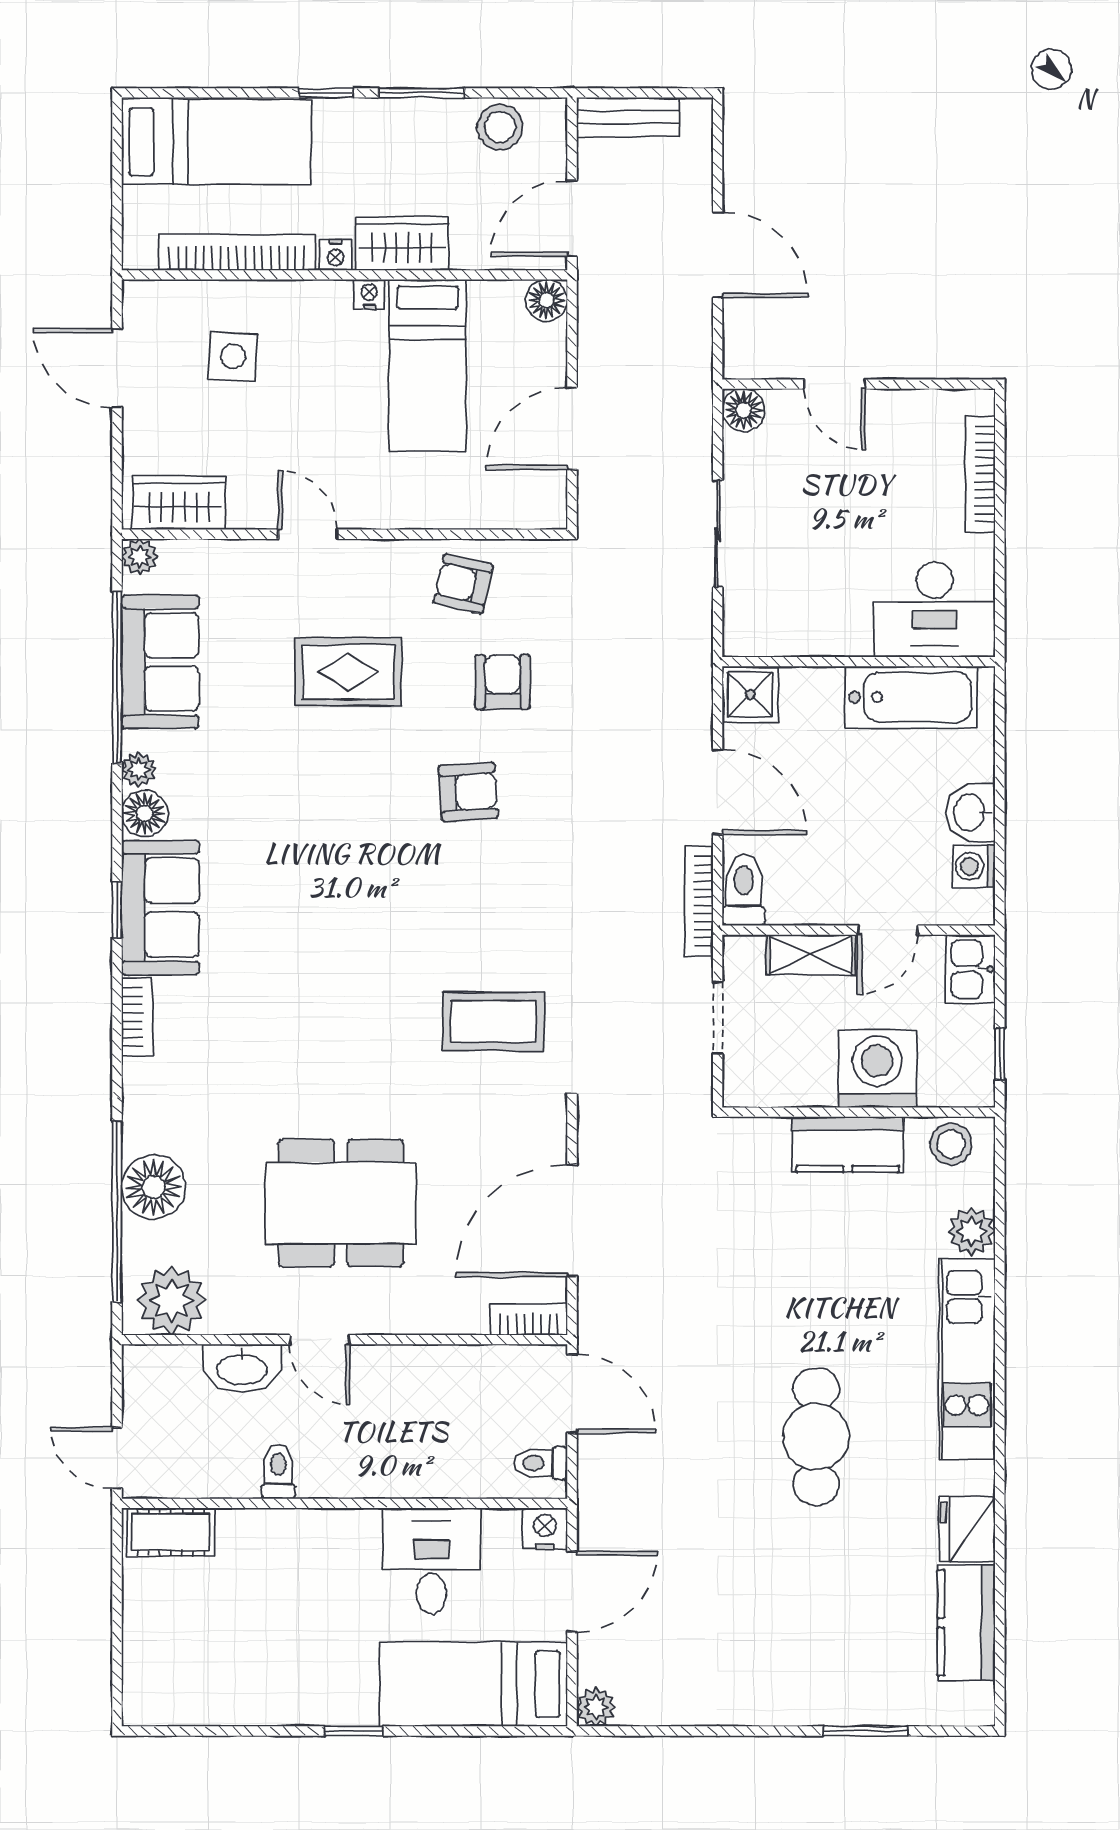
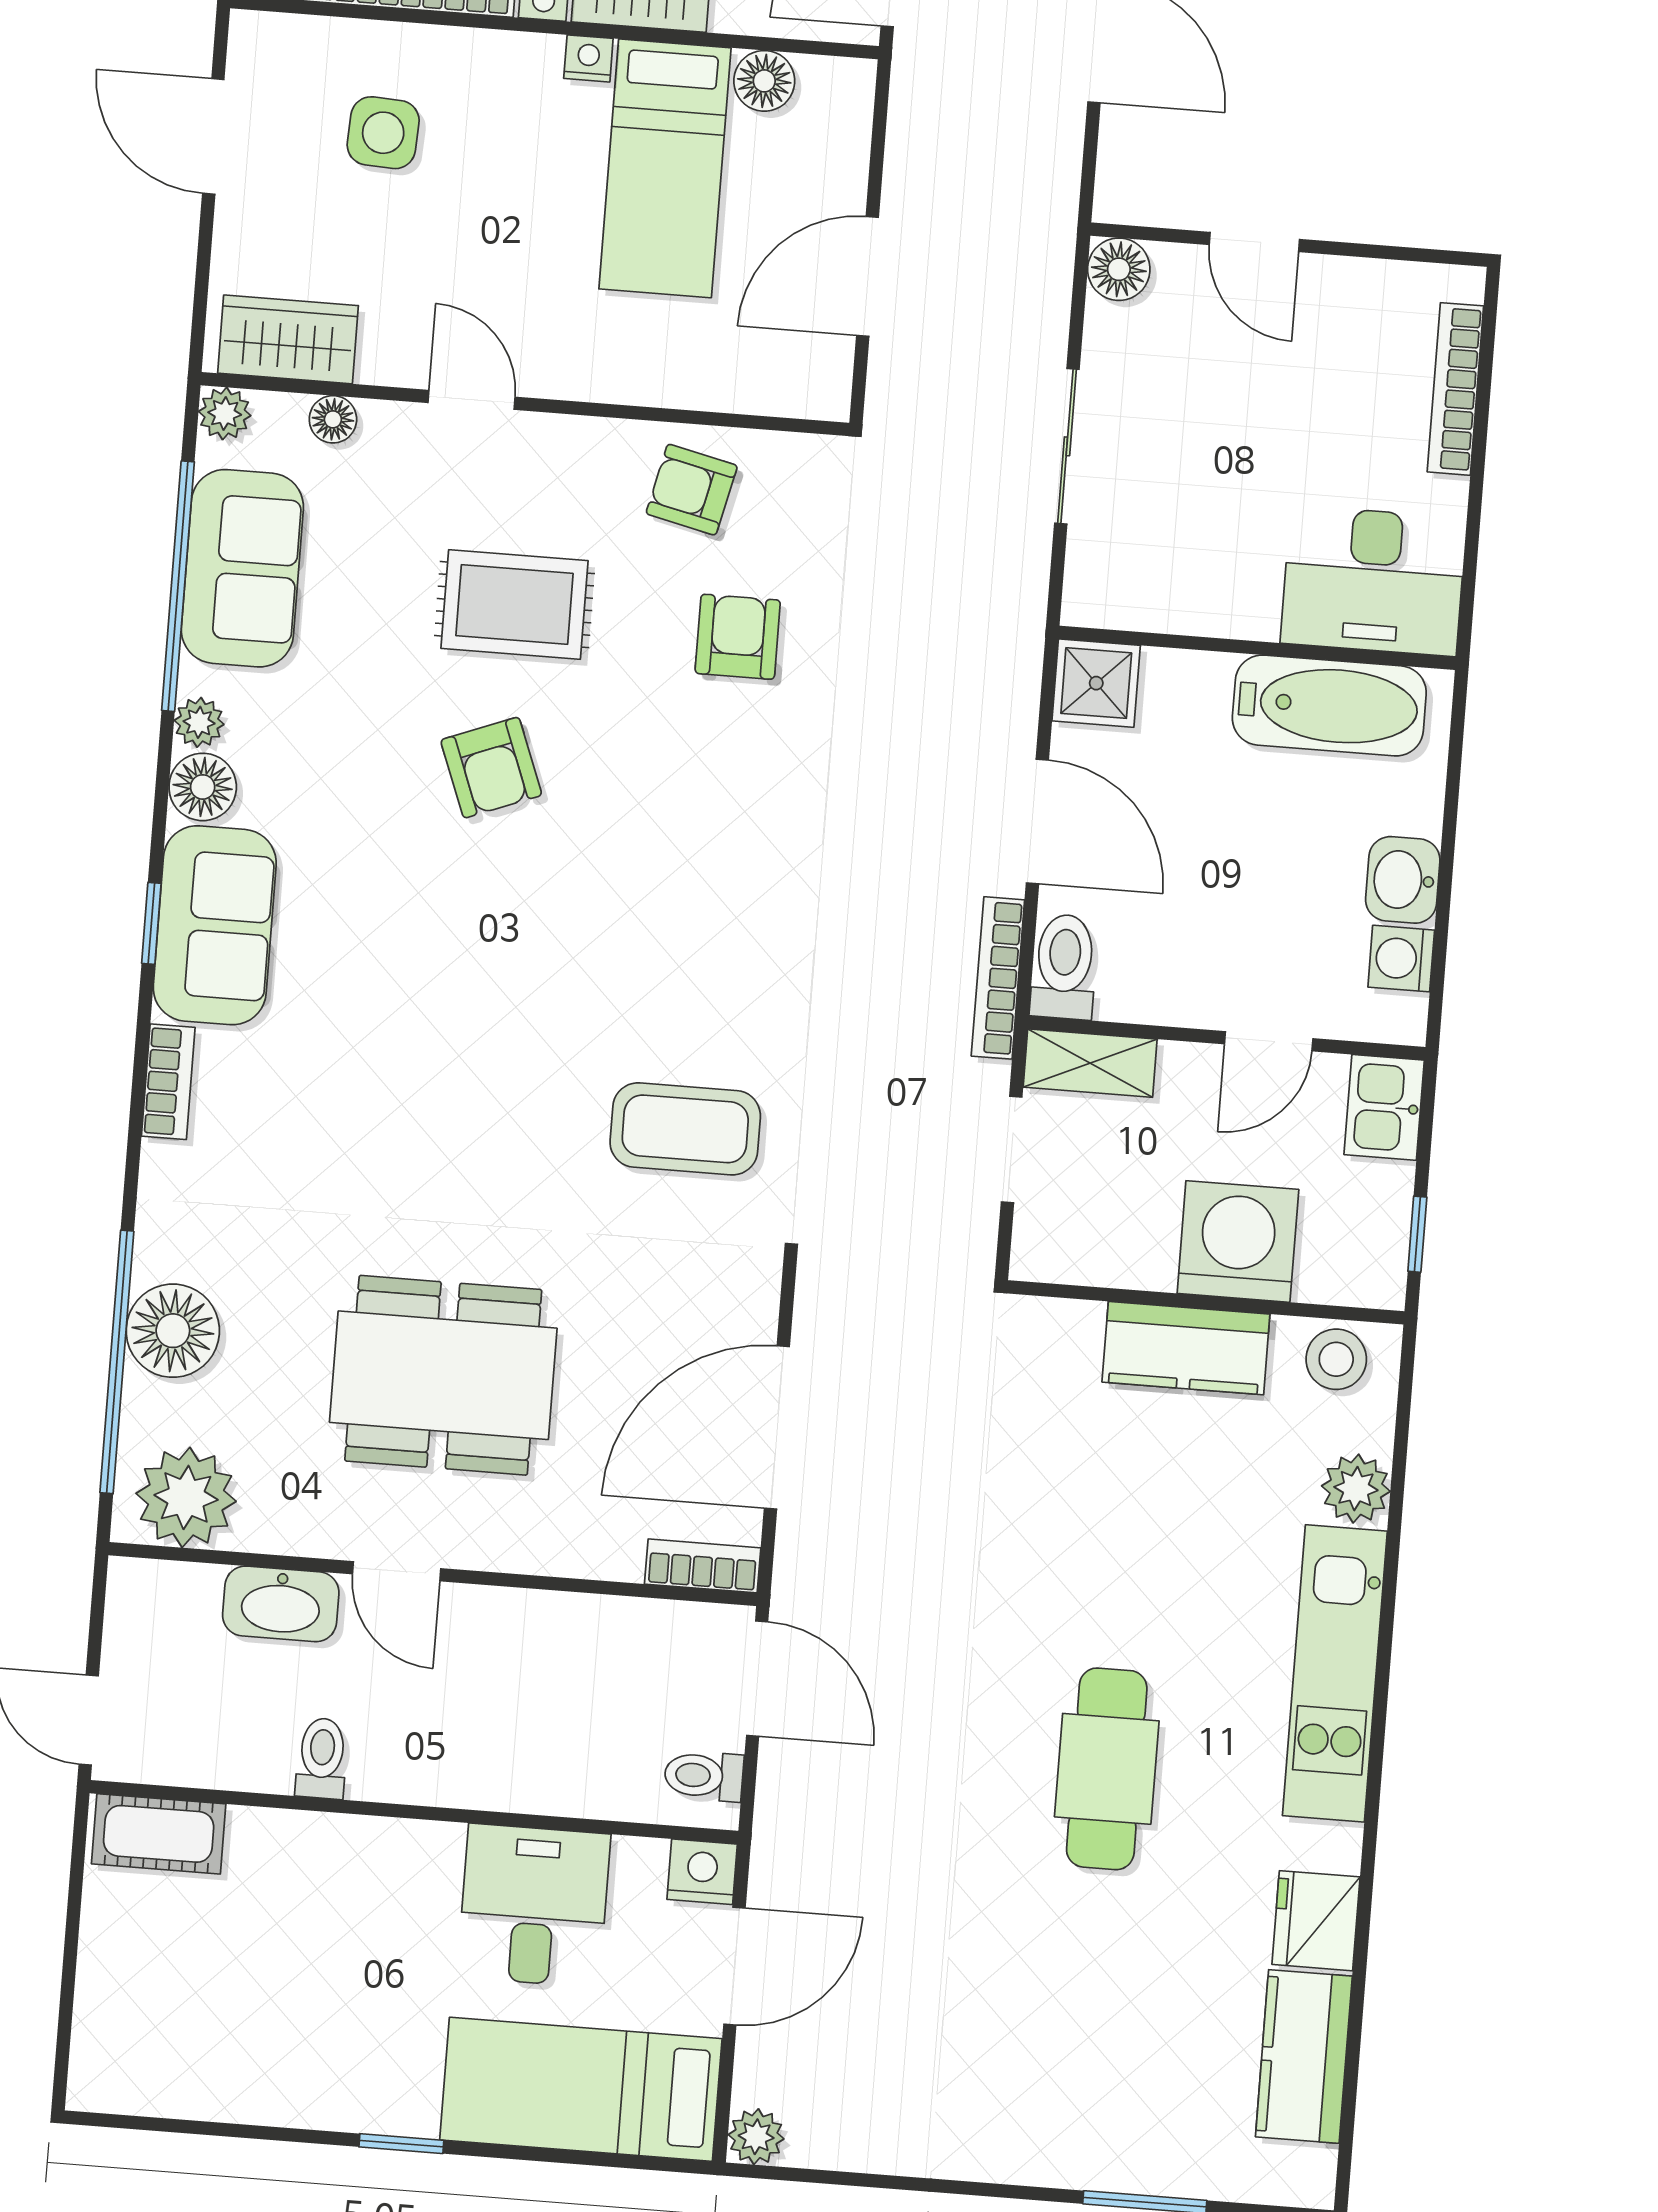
floor lamp: (547, 300) -> (764, 81), moved
floor lamp: (214, 555) -> (333, 419), added
armchair: (468, 792) -> (491, 768), moved, turned 73
shelving: (811, 955) -> (1090, 1063), moved

